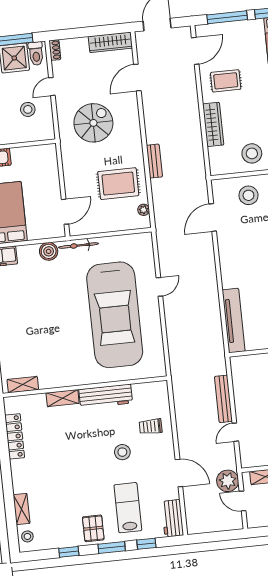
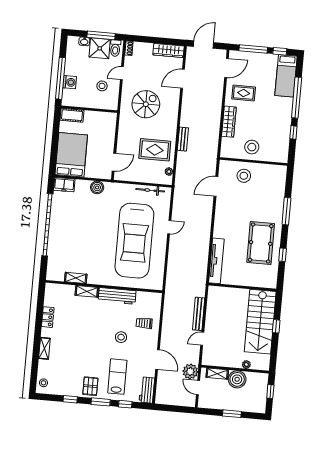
bicycle: (79, 245) -> (150, 190), moved
shelving: (23, 385) -> (76, 278), moved
locker: (15, 436) -> (48, 317), width x0.66
shelving: (22, 509) -> (44, 348), moved

